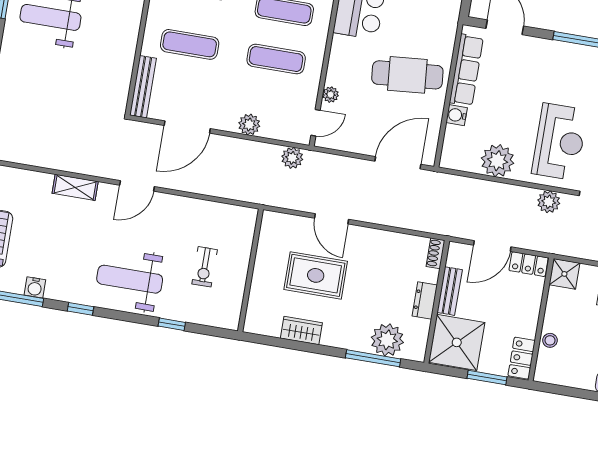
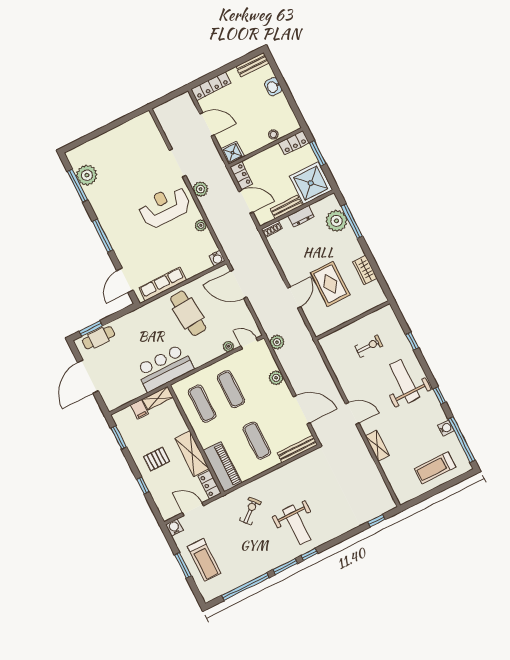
water cooler: (457, 115) -> (217, 258), moved
plant: (498, 161) -> (201, 225), width x0.53, depth x0.53
weight bench: (130, 279) -> (405, 381), turned 180

